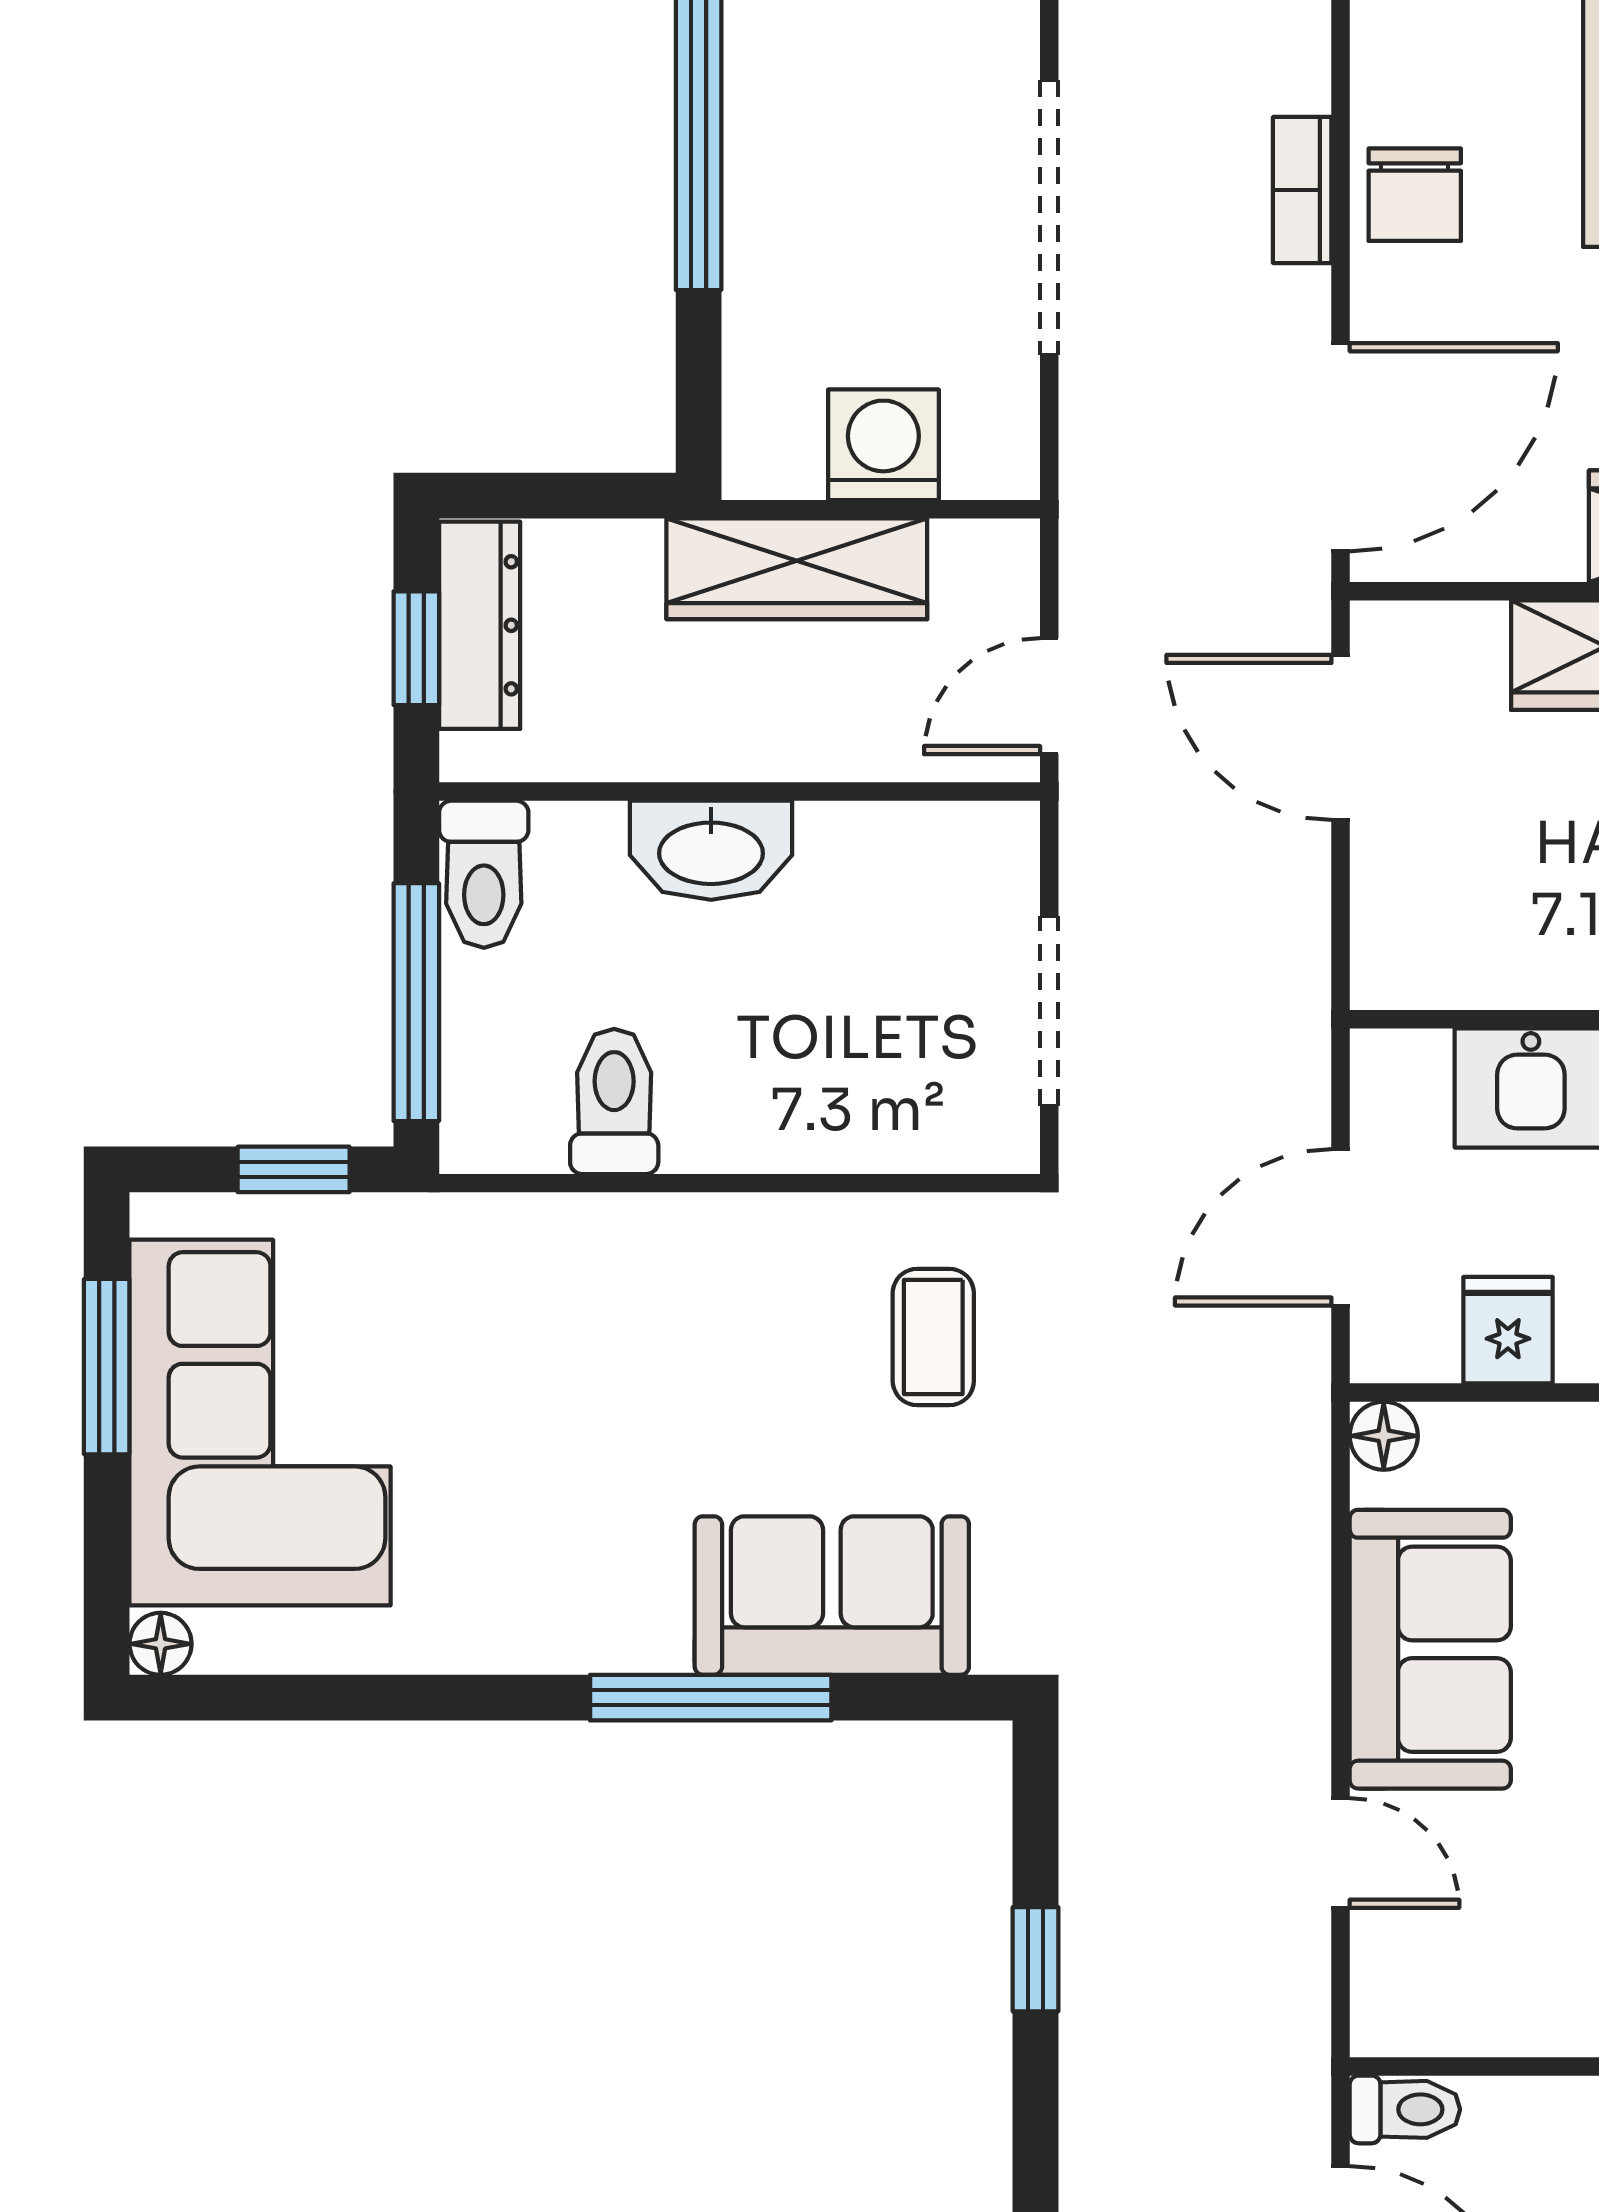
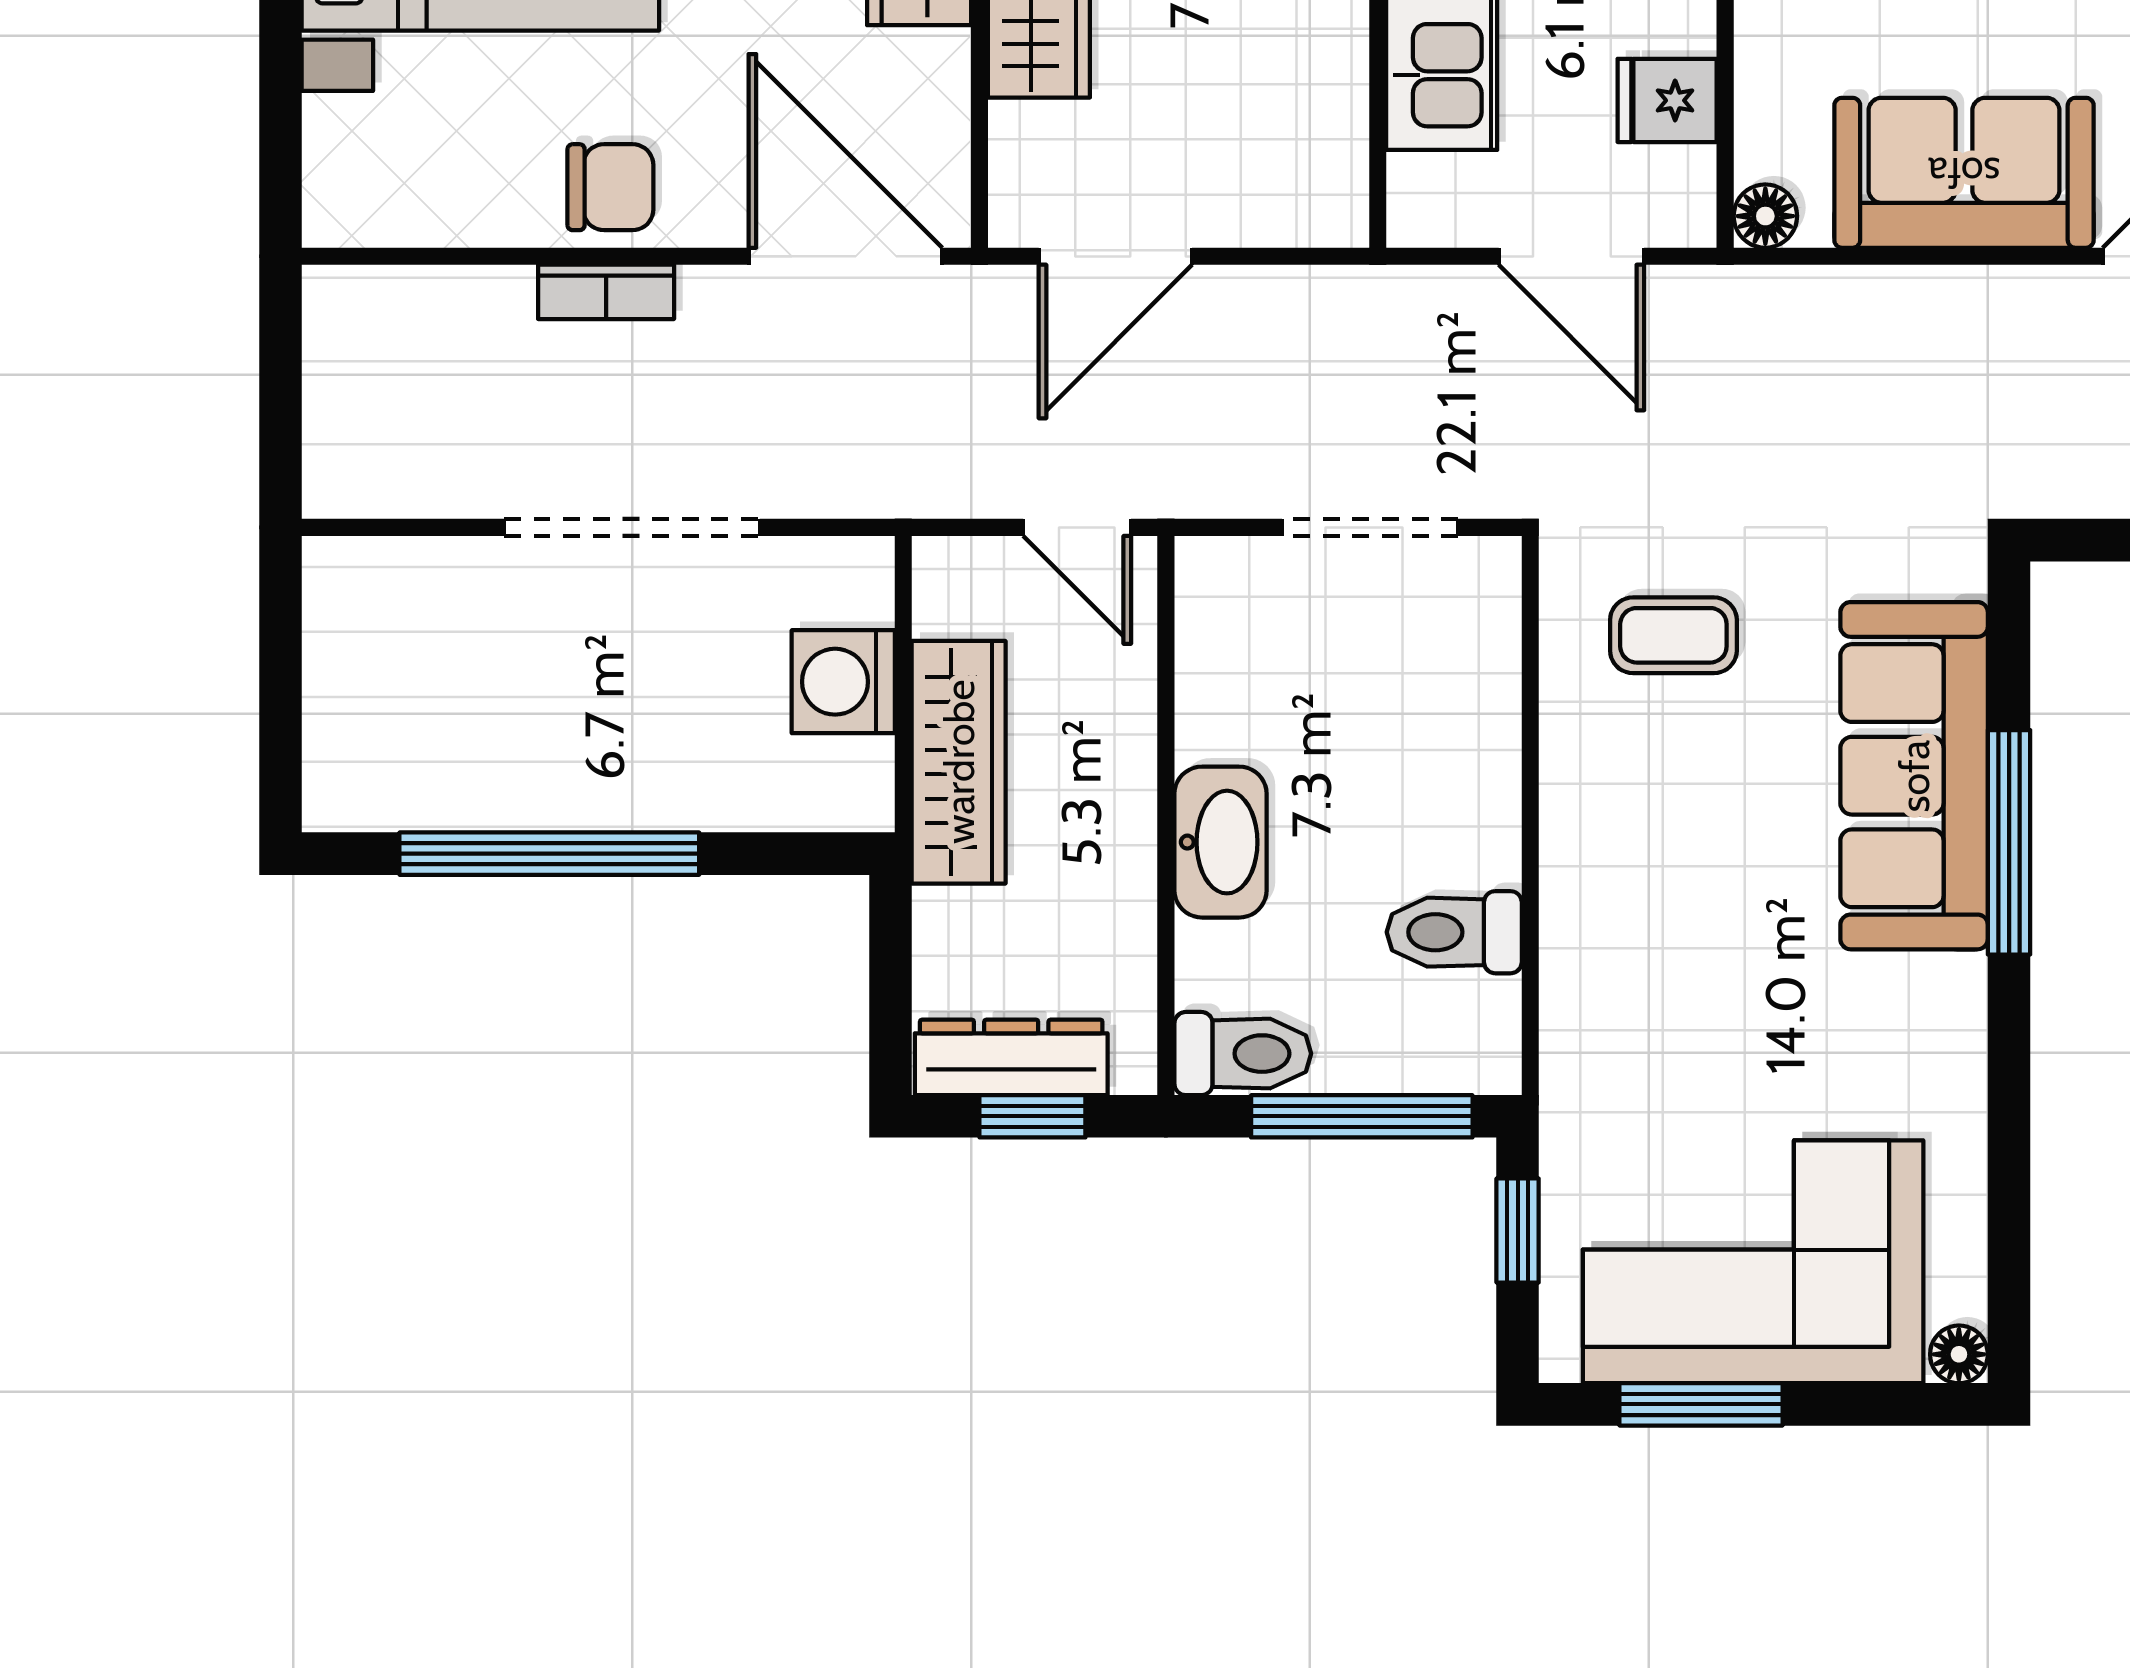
sofa: (832, 1596) -> (1914, 776), width x1.36

